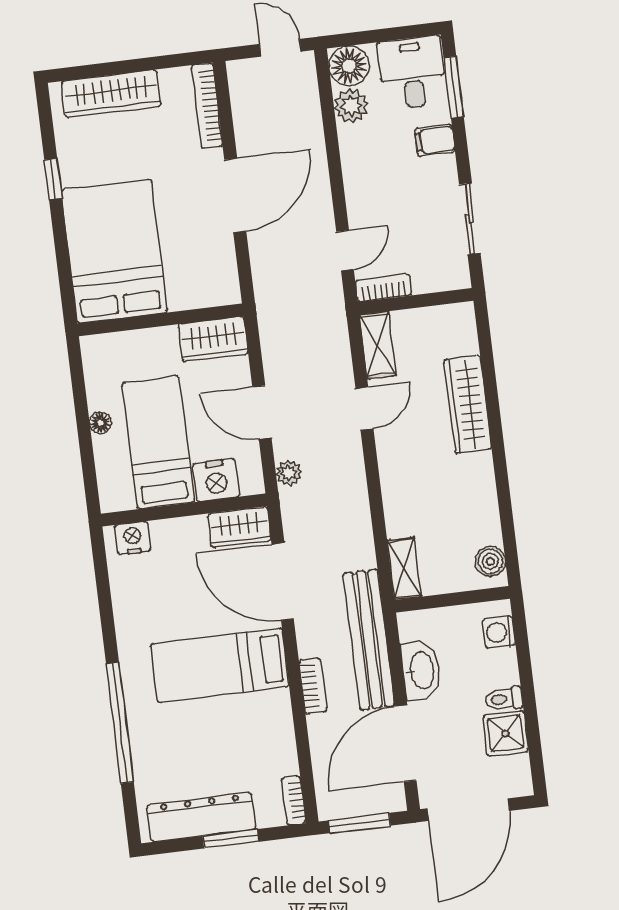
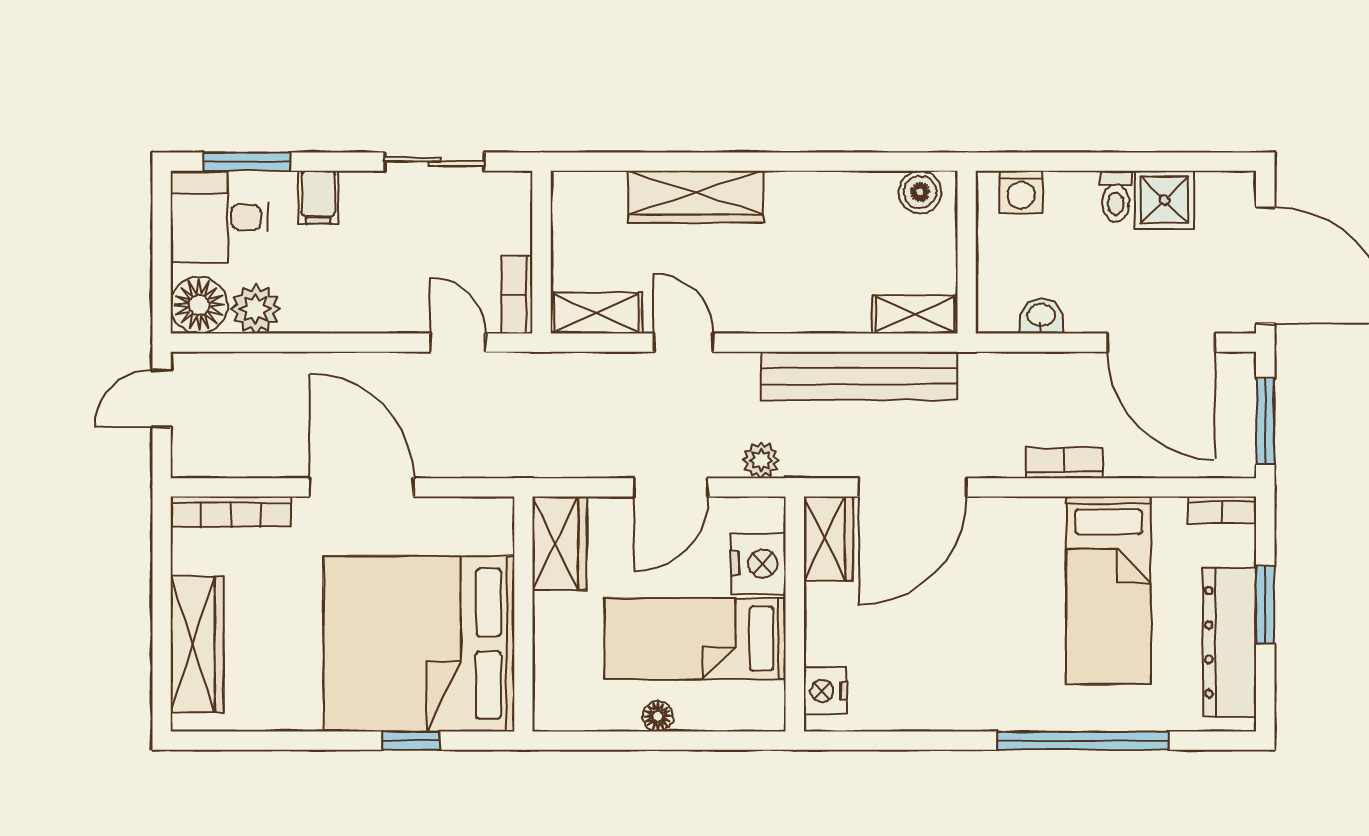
window: (53, 179) -> (411, 741), moved
bed: (114, 251) -> (419, 644), width x1.36
bench: (369, 640) -> (859, 376), moved
bed: (220, 665) -> (1109, 590), moved
washbasin: (421, 670) -> (1041, 316), width x0.52, depth x0.69

